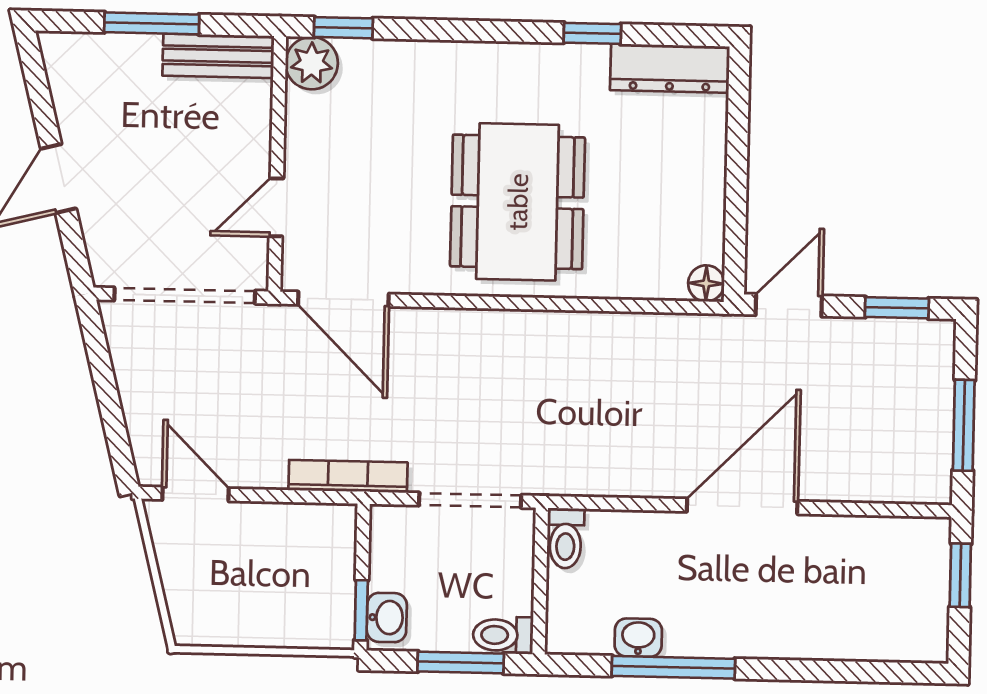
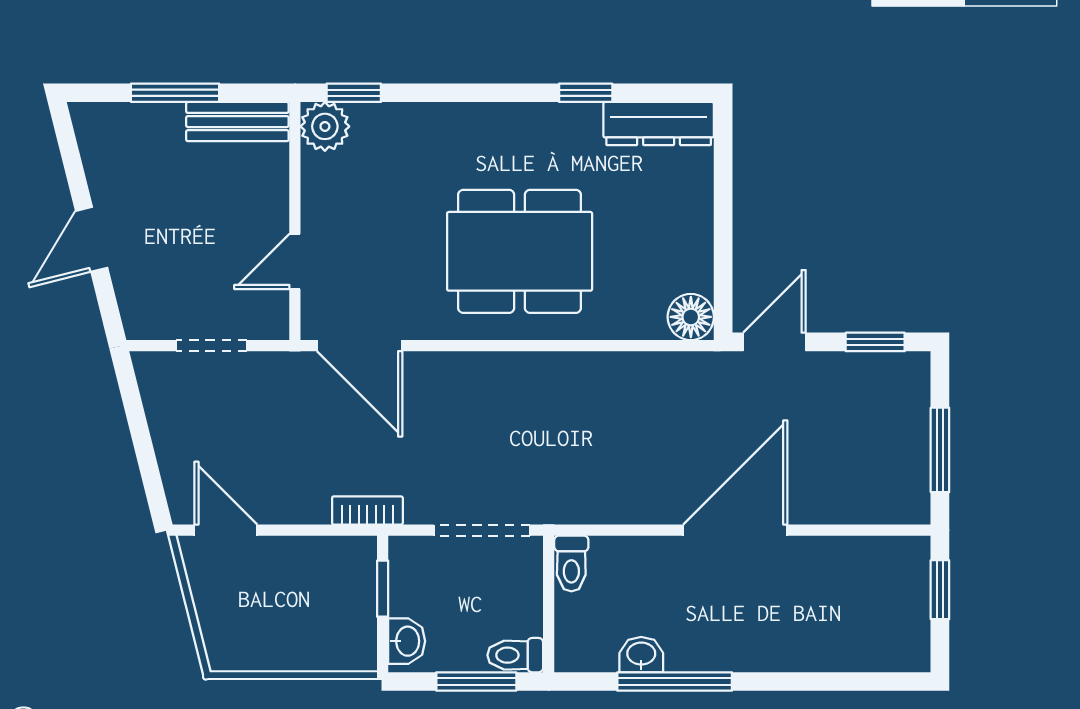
dining table: (518, 202) -> (520, 251), turned 90
floor lamp: (706, 283) -> (691, 317), width x1.37, depth x1.37
doorway: (185, 296) -> (212, 346), width x0.53
bookcase: (348, 476) -> (367, 510), width x0.64
window: (361, 610) -> (383, 589), moved

